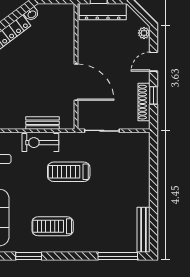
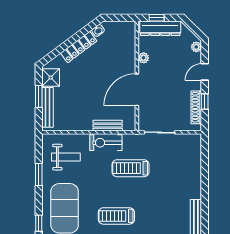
plant: (84, 45) -> (144, 58), added
door: (76, 82) -> (137, 90), swing flipped

